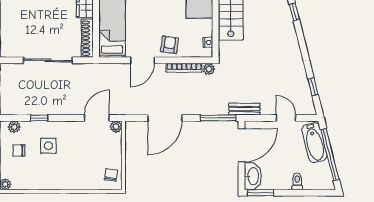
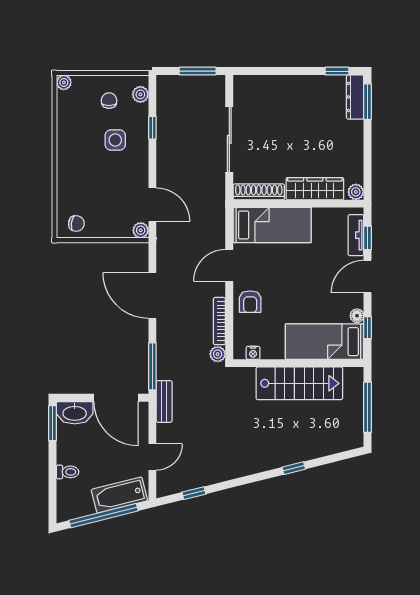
armchair: (170, 45) -> (250, 302), turned 82
door: (142, 60) -> (229, 265), hinge flipped

